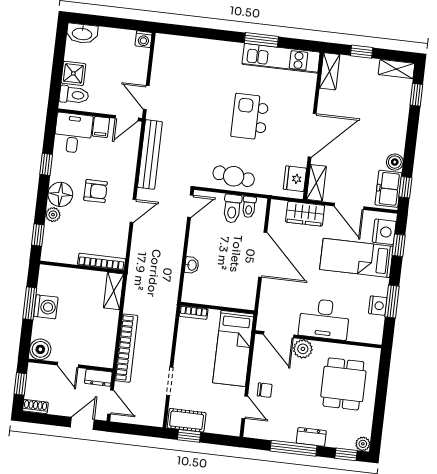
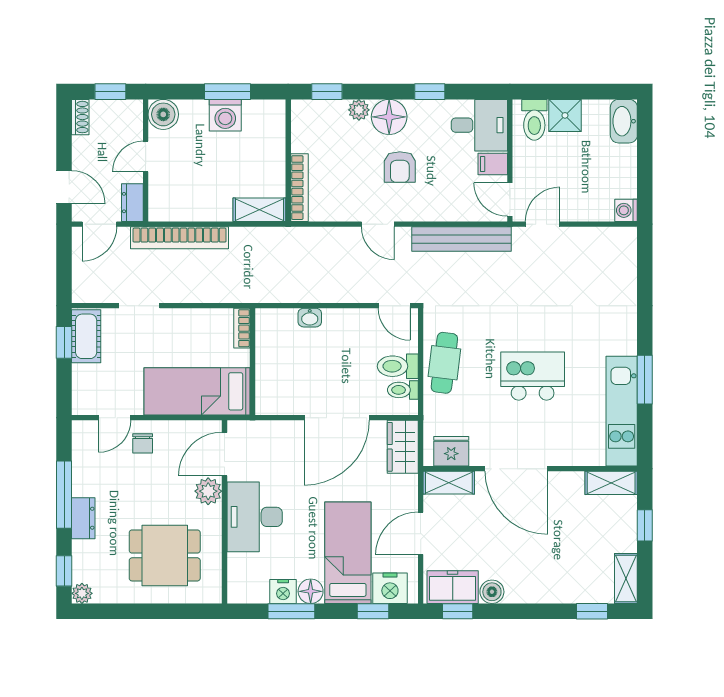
wardrobe: (305, 214) -> (403, 447), moved
floor lamp: (380, 287) -> (311, 591), added

